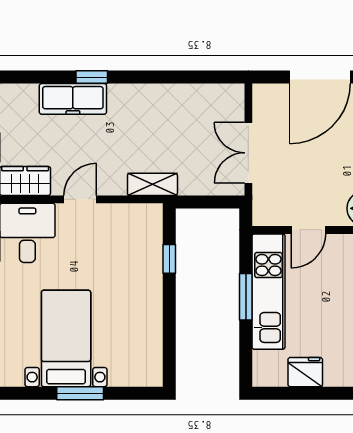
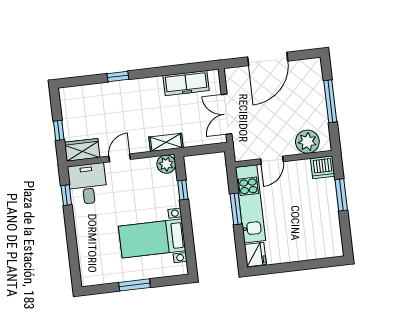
freezer: (73, 99) -> (186, 83), moved
plant: (149, 217) -> (166, 164), added
bed with nightstands: (66, 338) -> (152, 238), moved, turned -90
fridge: (305, 372) -> (255, 254), moved, turned 90

